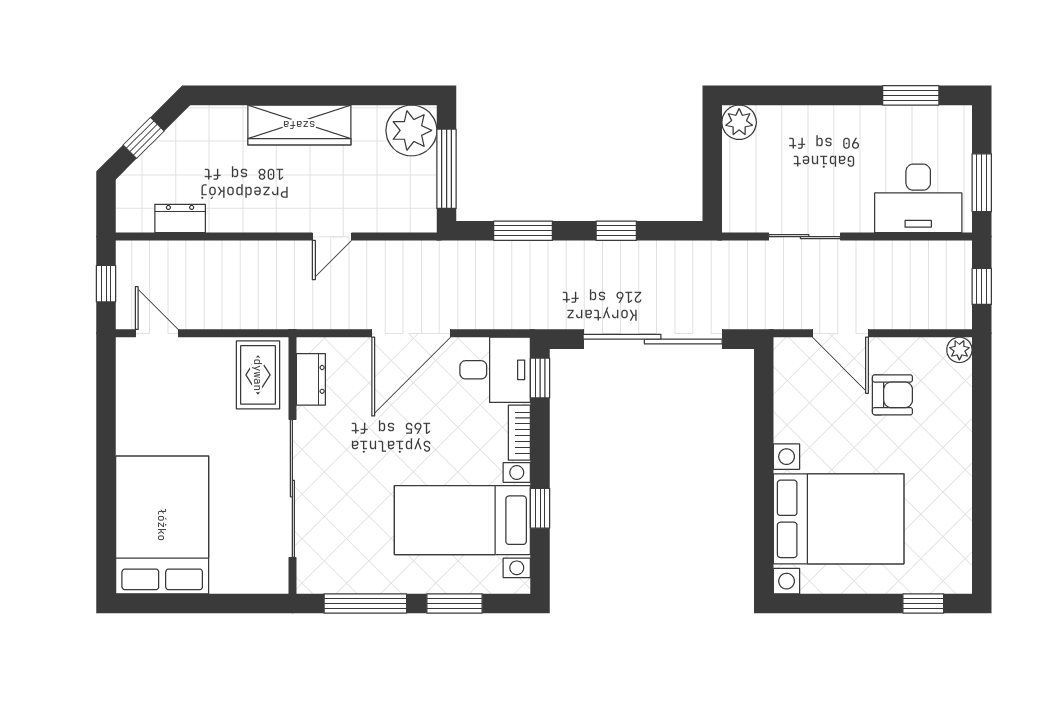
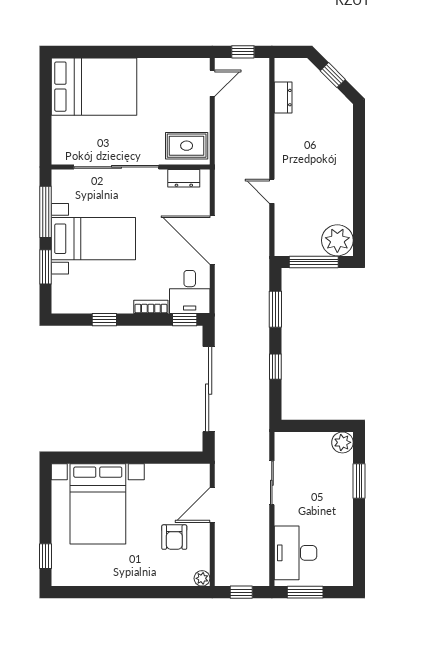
window: (911, 95) -> (359, 481), moved
wardrobe: (299, 125) -> (341, 171), removed
bed with nightstands: (462, 520) -> (93, 239), moved, turned 90

